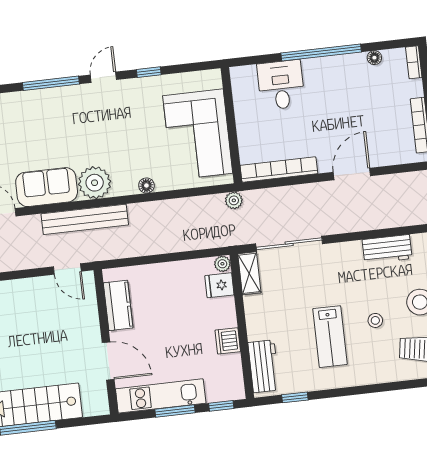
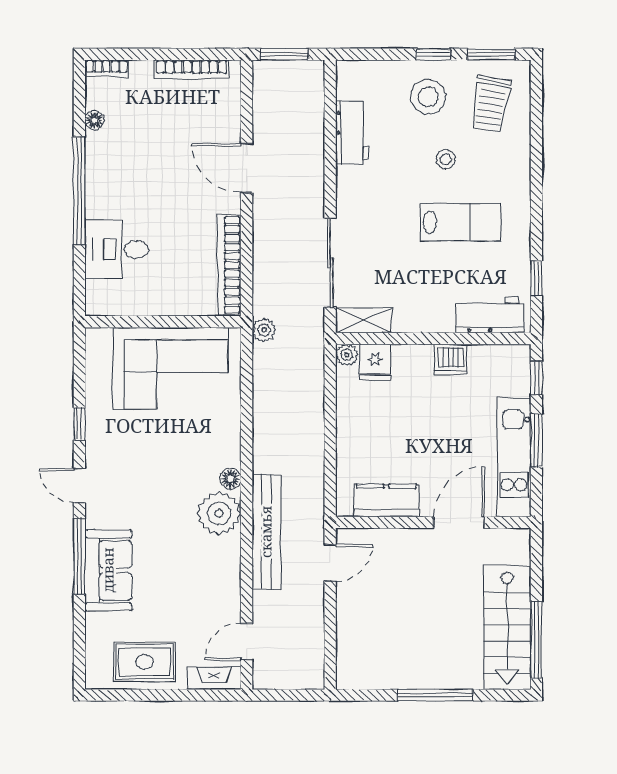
floor lamp: (146, 186) -> (231, 479), moved
sofa: (47, 187) -> (108, 570), moved, turned 180

